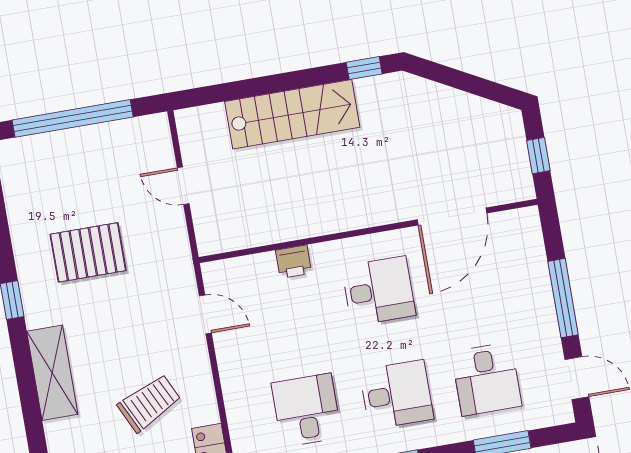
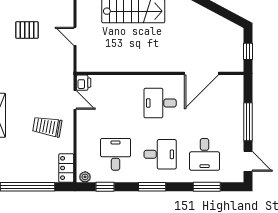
pallet: (88, 252) -> (27, 30), moved, width x0.67, depth x0.71
printer: (294, 262) -> (84, 83), moved, turned -90
desk: (379, 291) -> (160, 103), turned 180
trolley: (149, 403) -> (47, 127), moved, turned -144

